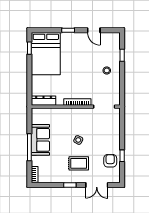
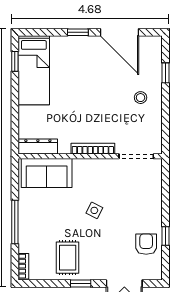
door: (94, 30) -> (119, 32), width x1.88
bed: (46, 54) -> (34, 70), width x0.67
sofa: (40, 140) -> (47, 173), moved, turned 90
rug: (79, 163) -> (68, 258), moved, turned 90

